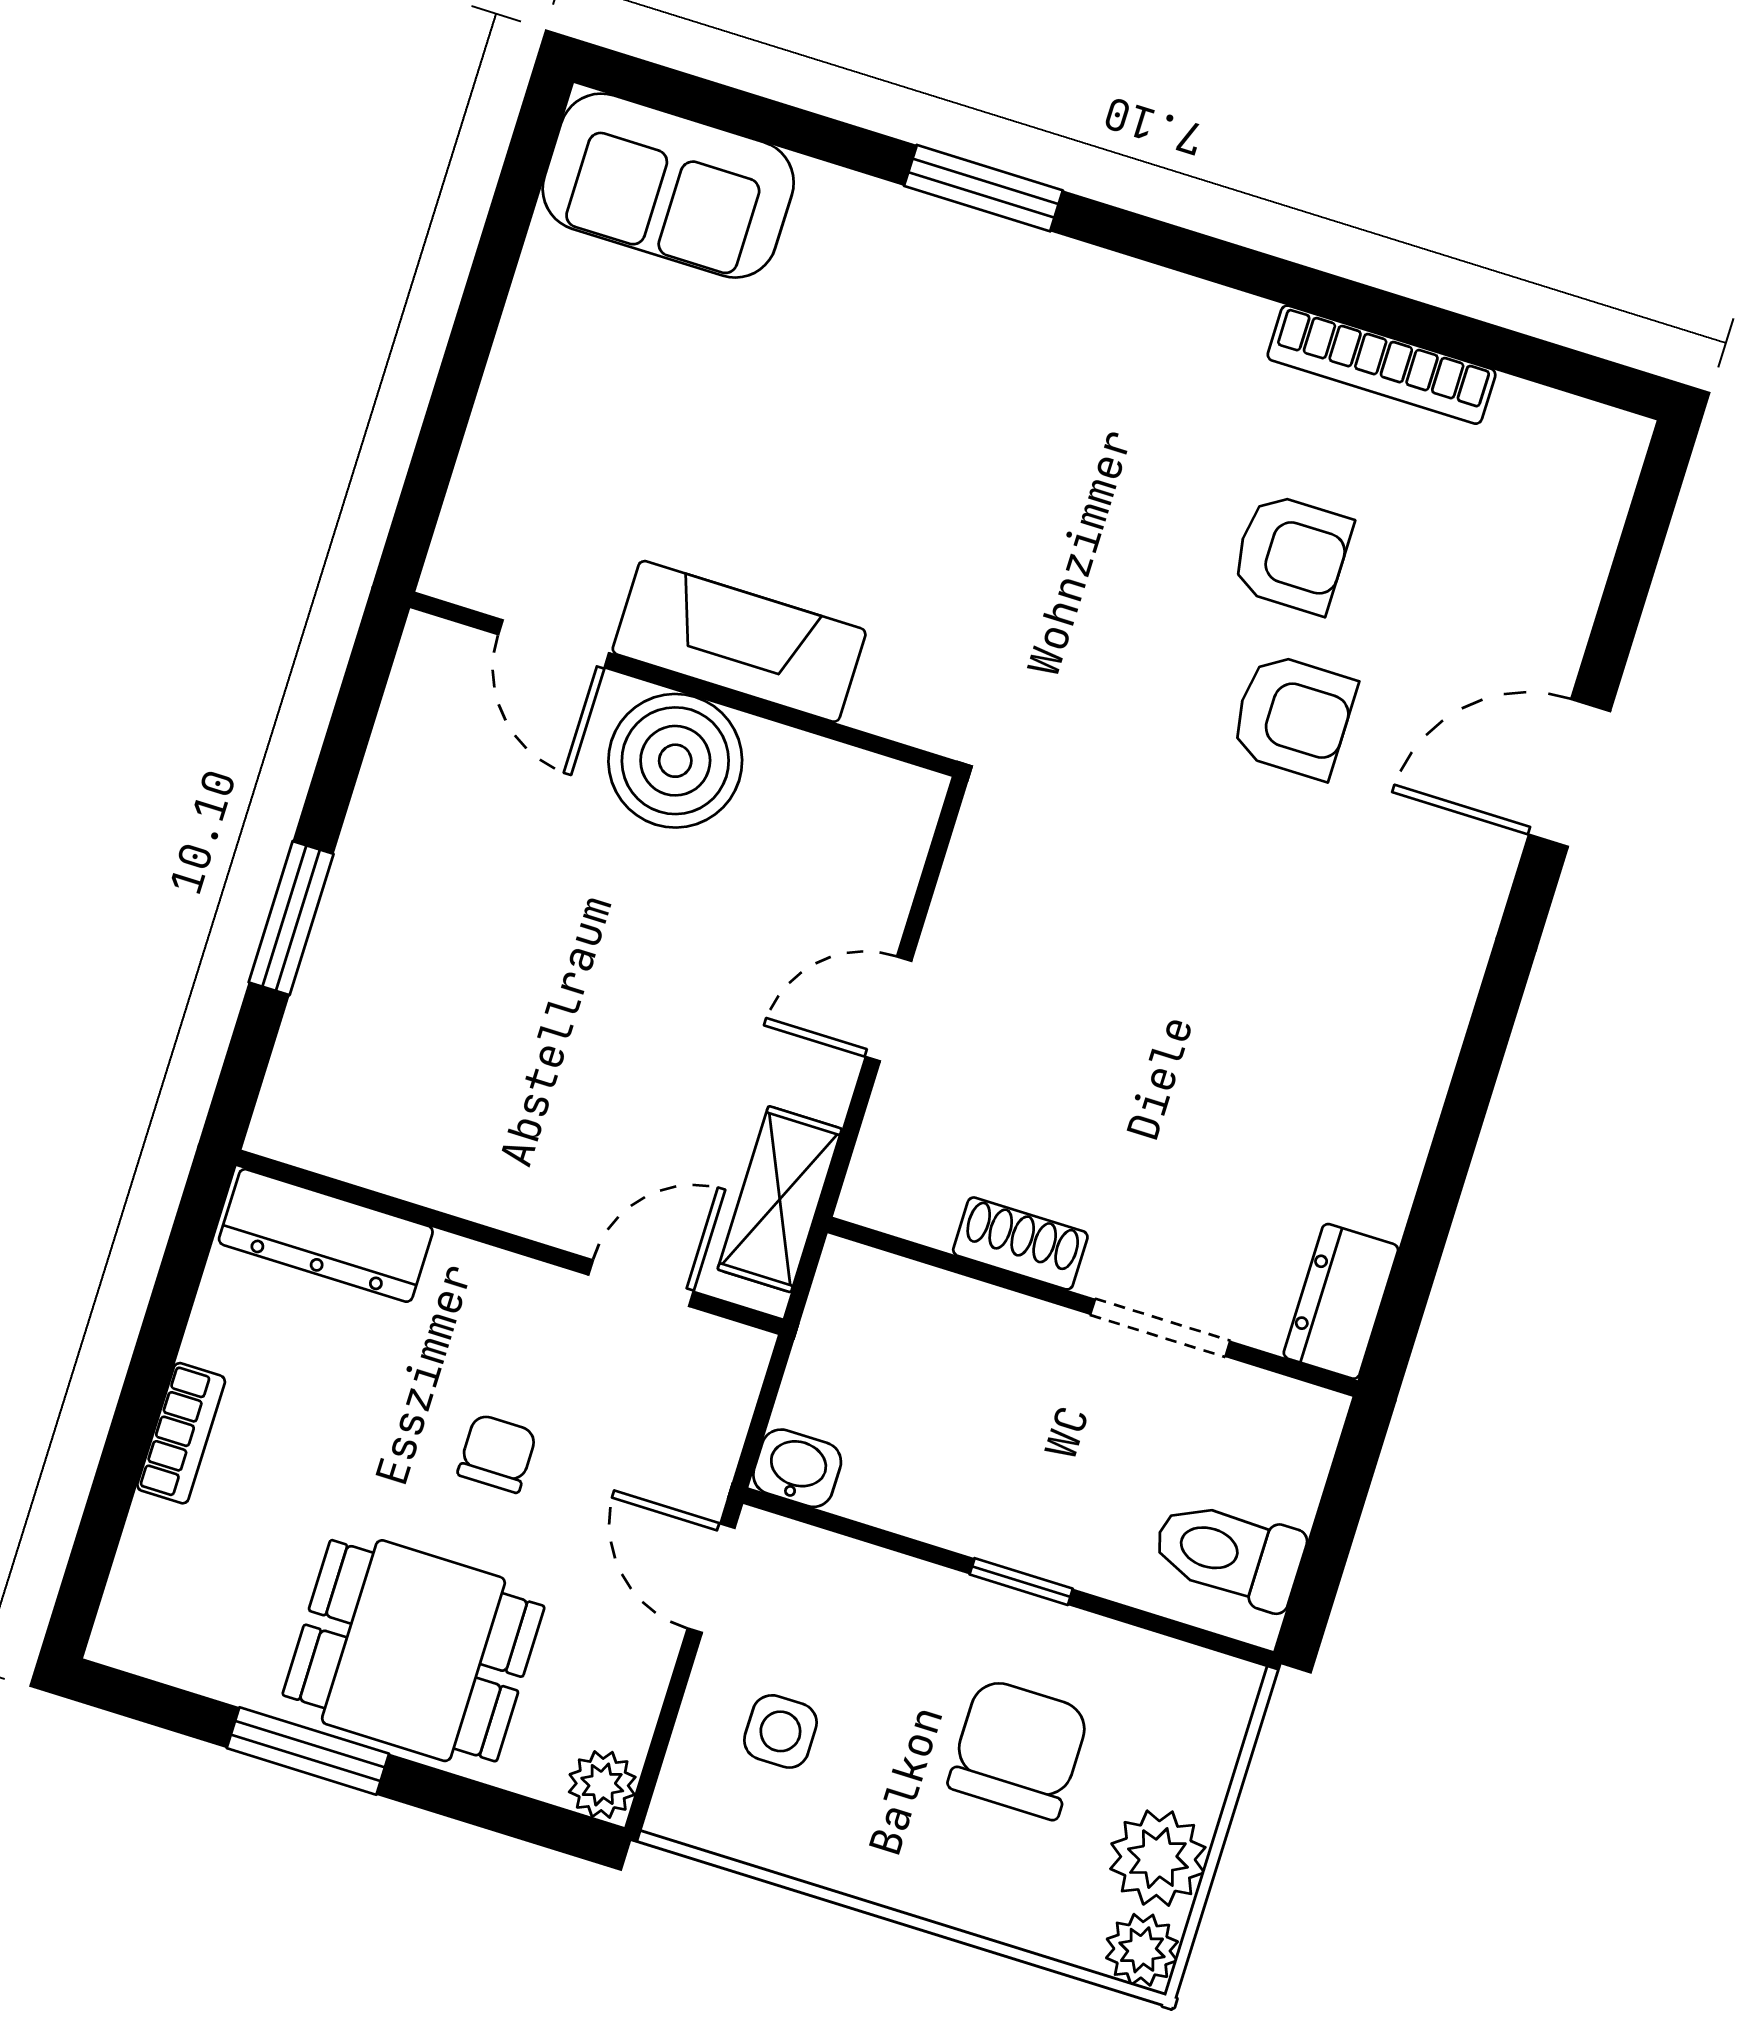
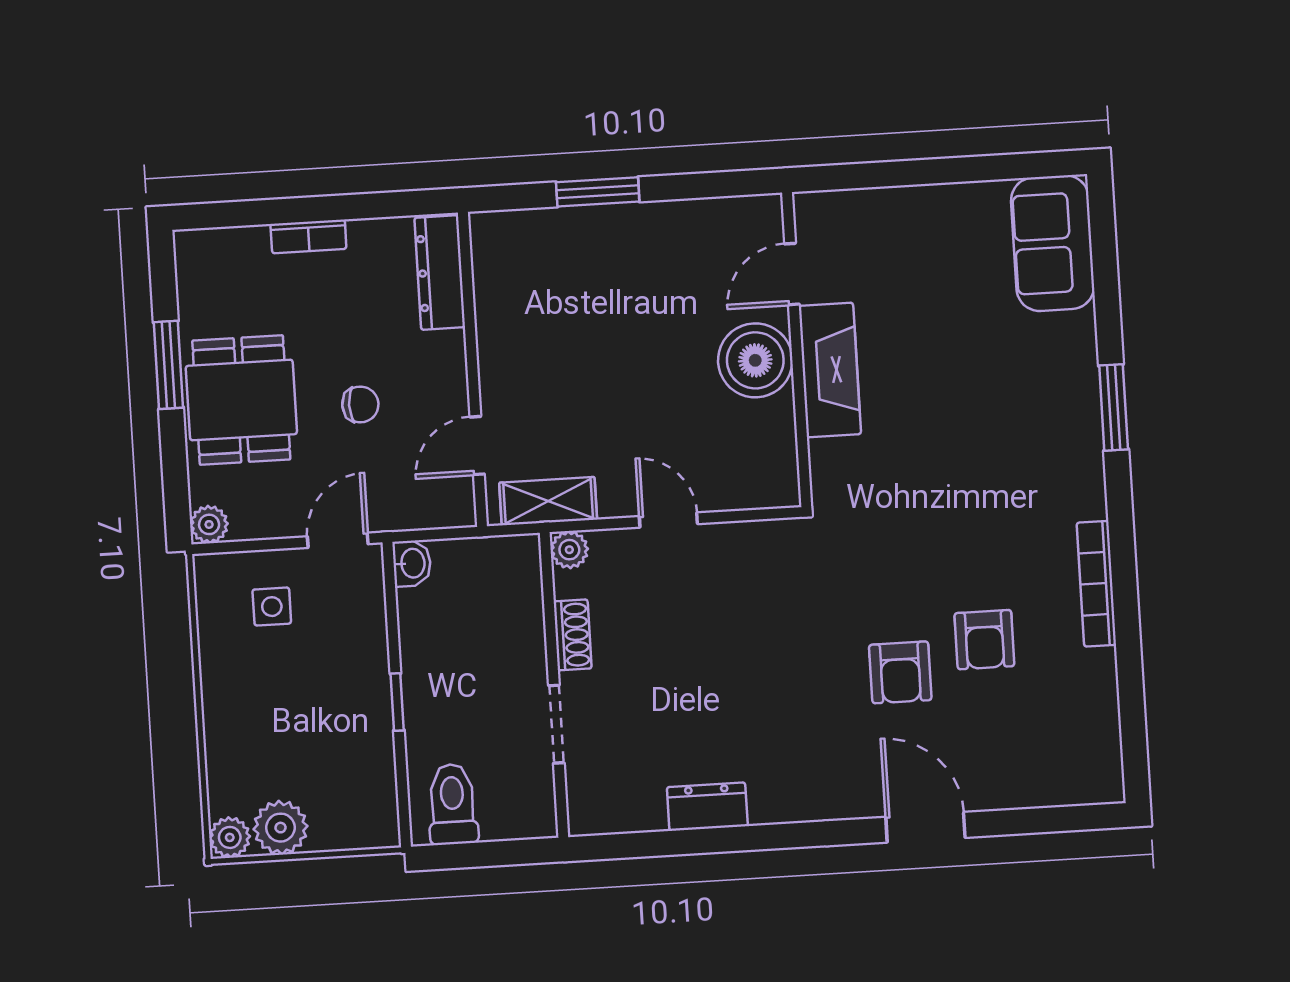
bookcase: (1382, 365) -> (1096, 584), moved
plant: (875, 1195) -> (569, 550), added
door: (641, 1283) -> (477, 446), swing flipped
dresser: (1341, 1301) -> (707, 807), moved
chair: (1019, 1749) -> (310, 734), removed

